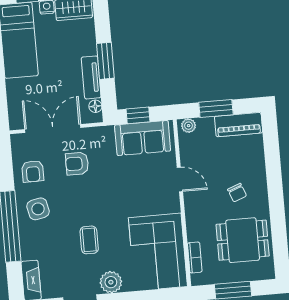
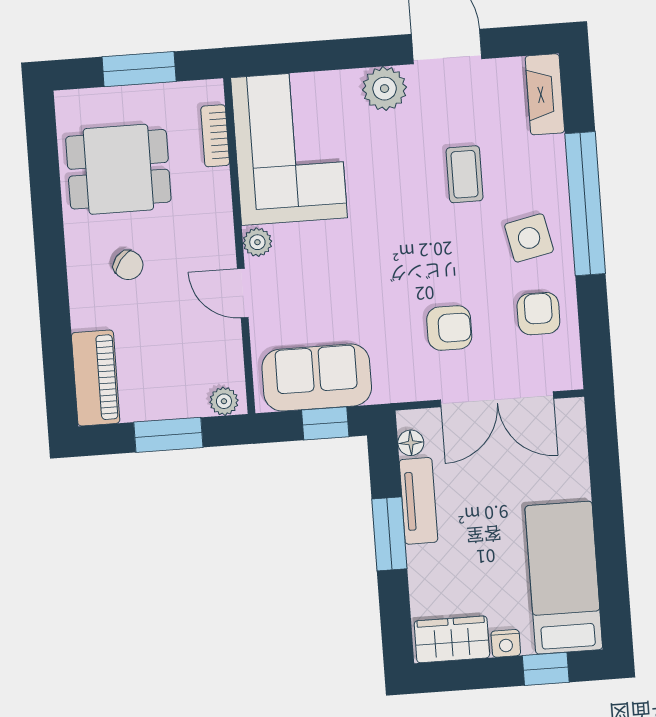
piano: (239, 125) -> (96, 378), moved, turned 90
chair: (237, 193) -> (128, 265), turned 149
plant: (173, 205) -> (257, 242), added
coffee table: (89, 240) -> (465, 174), moved

